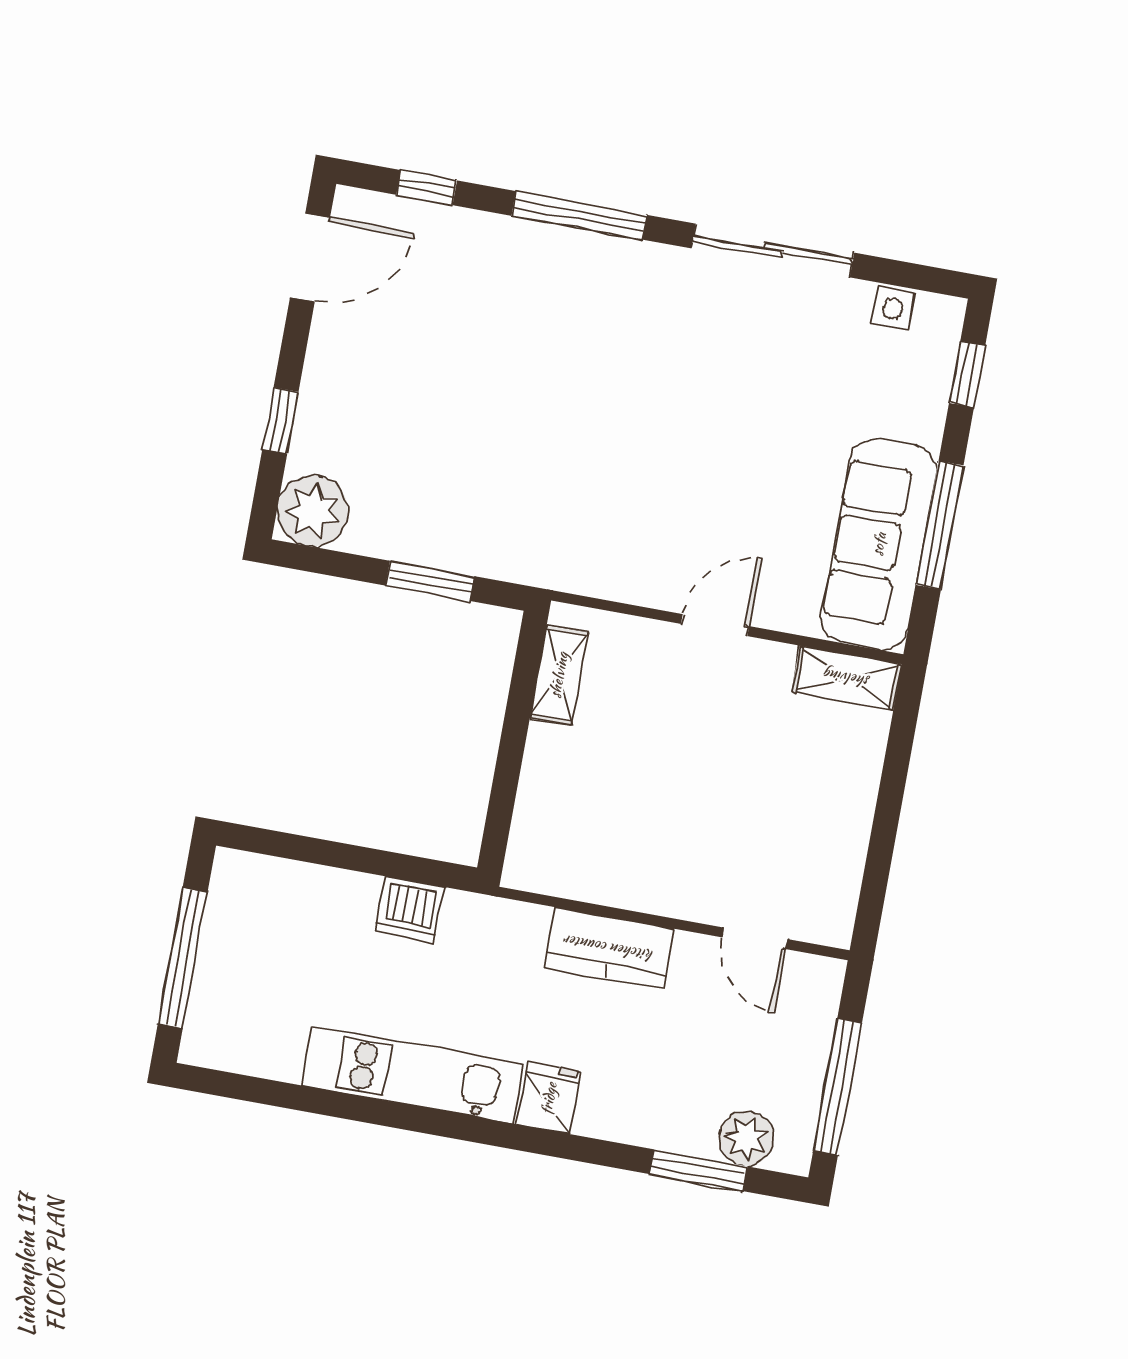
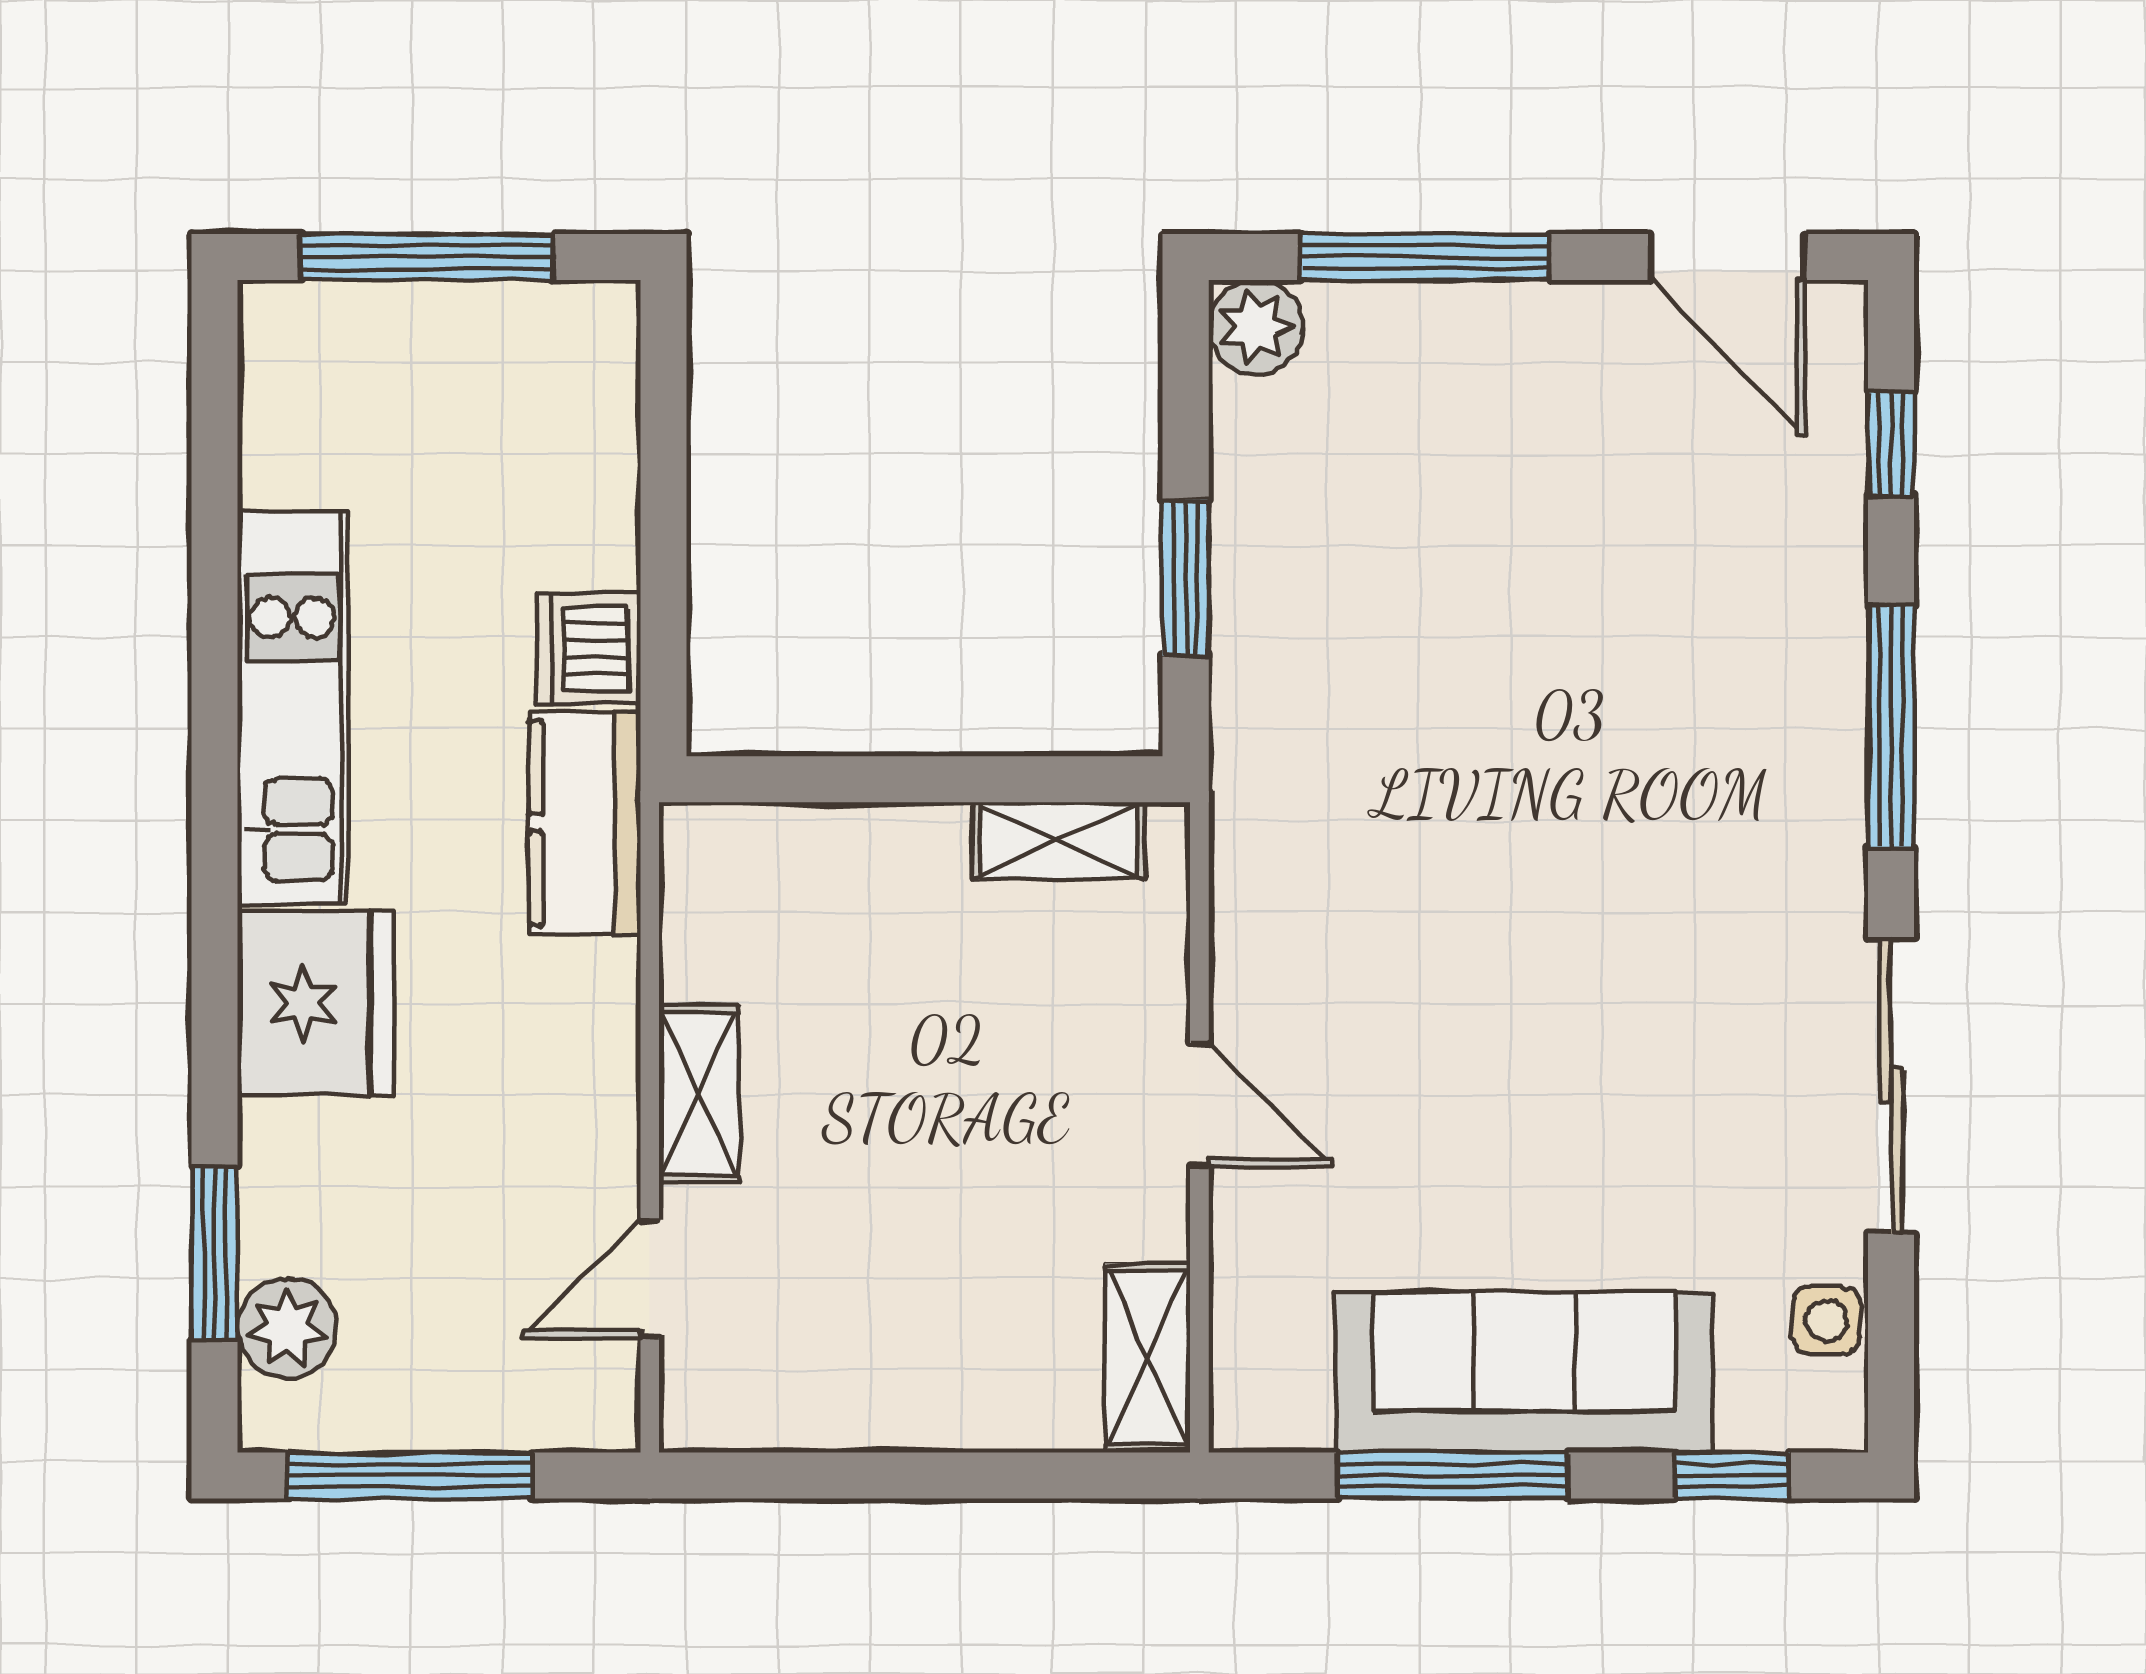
window: (280, 421) -> (1425, 257), width x2.17
plant: (313, 511) -> (1256, 327), width x0.73, depth x0.73
sofa: (879, 544) -> (1524, 1372), moved
shelving: (660, 894) -> (699, 1093), added
kitchen counter: (609, 948) -> (585, 823), moved
fridge: (549, 1098) -> (316, 1003), width x1.88, depth x1.34

